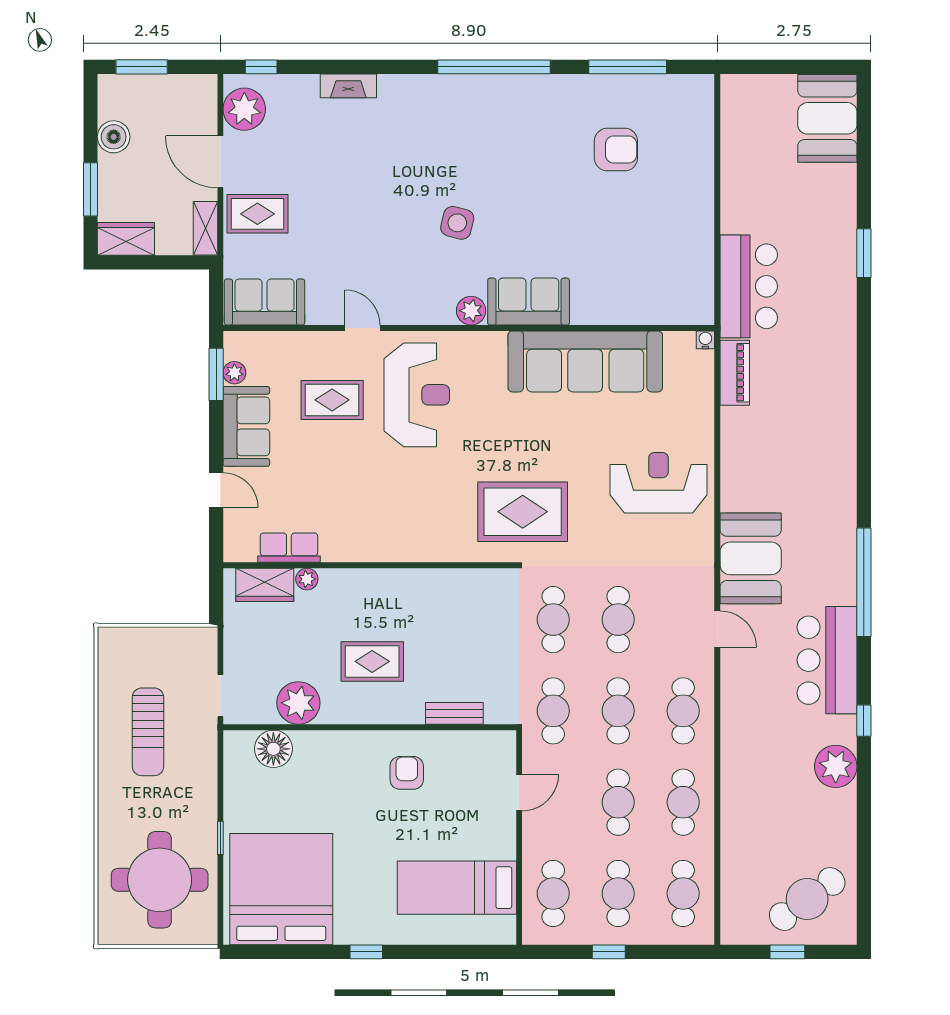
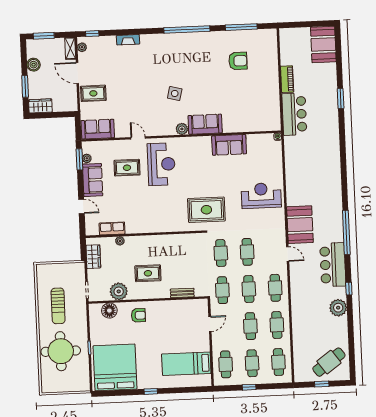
plant: (244, 109) -> (82, 47), width x0.53, depth x0.53
shelving: (205, 228) -> (70, 48), moved
sofa: (585, 361) -> (229, 145), width x0.54, depth x0.79
piano: (735, 373) -> (287, 79), moved
wardrobe: (265, 585) -> (93, 257), moved, turned -90
armchair: (407, 773) -> (138, 315), moved, turned 90
round table: (160, 880) -> (61, 351), moved

